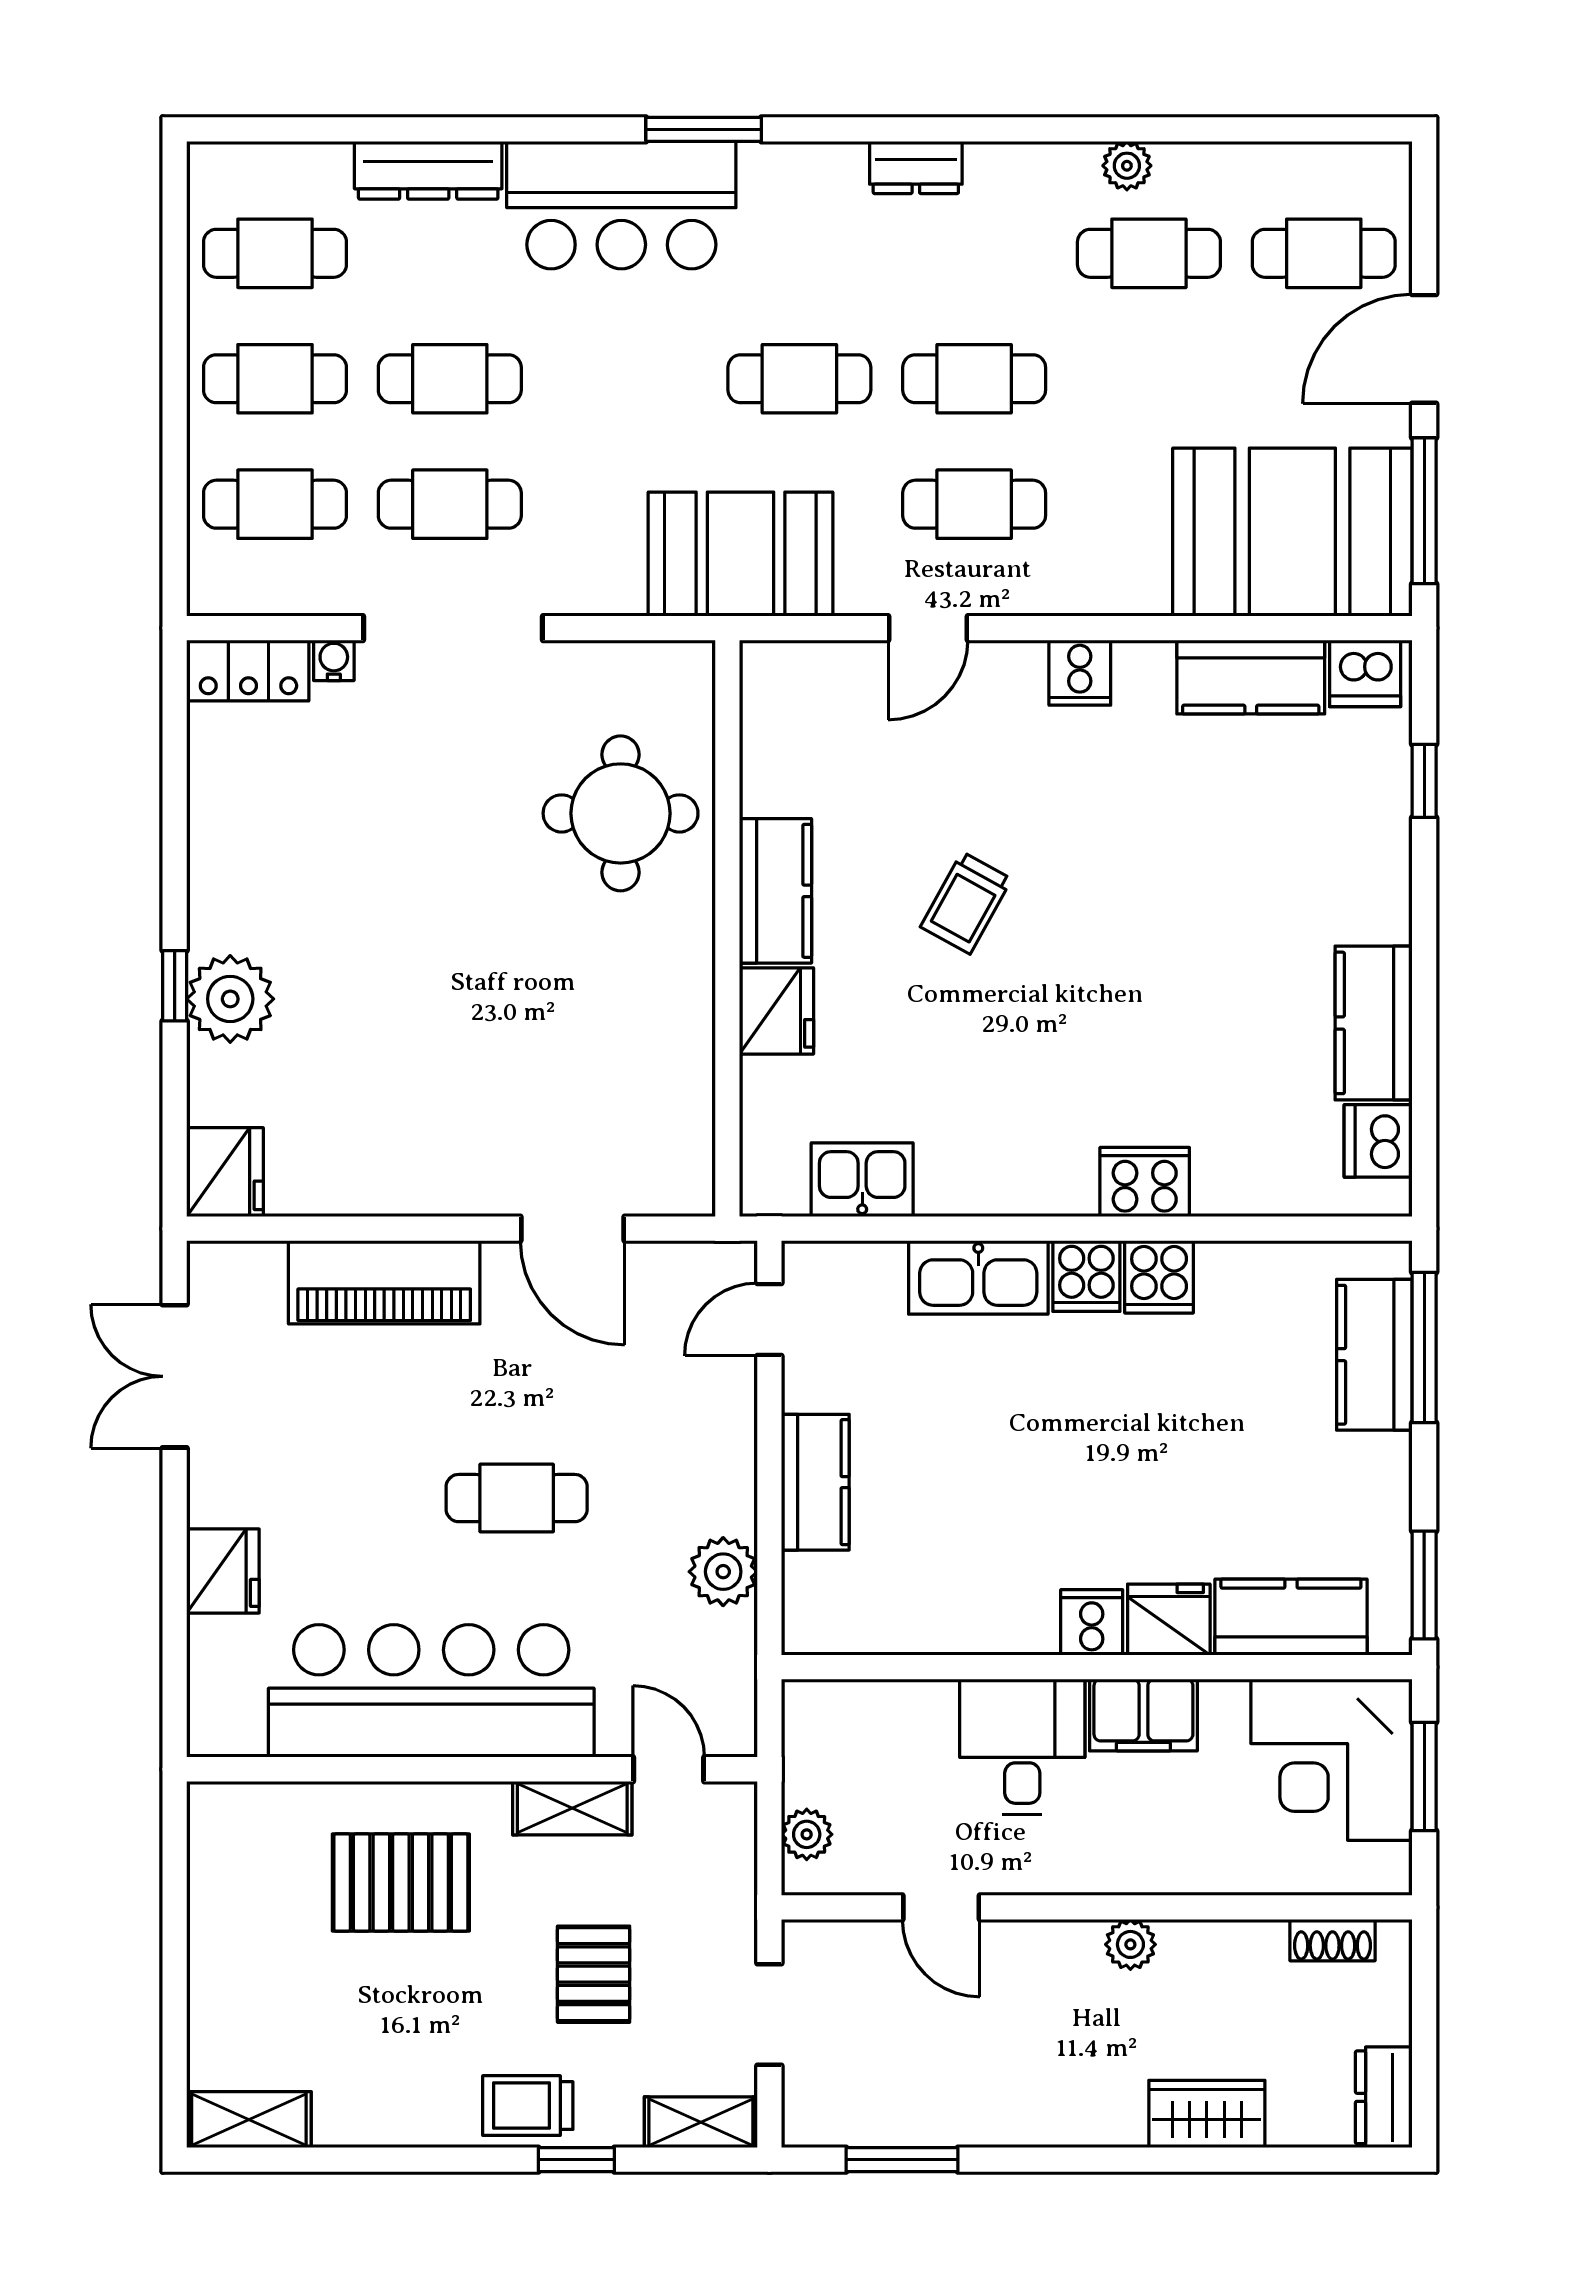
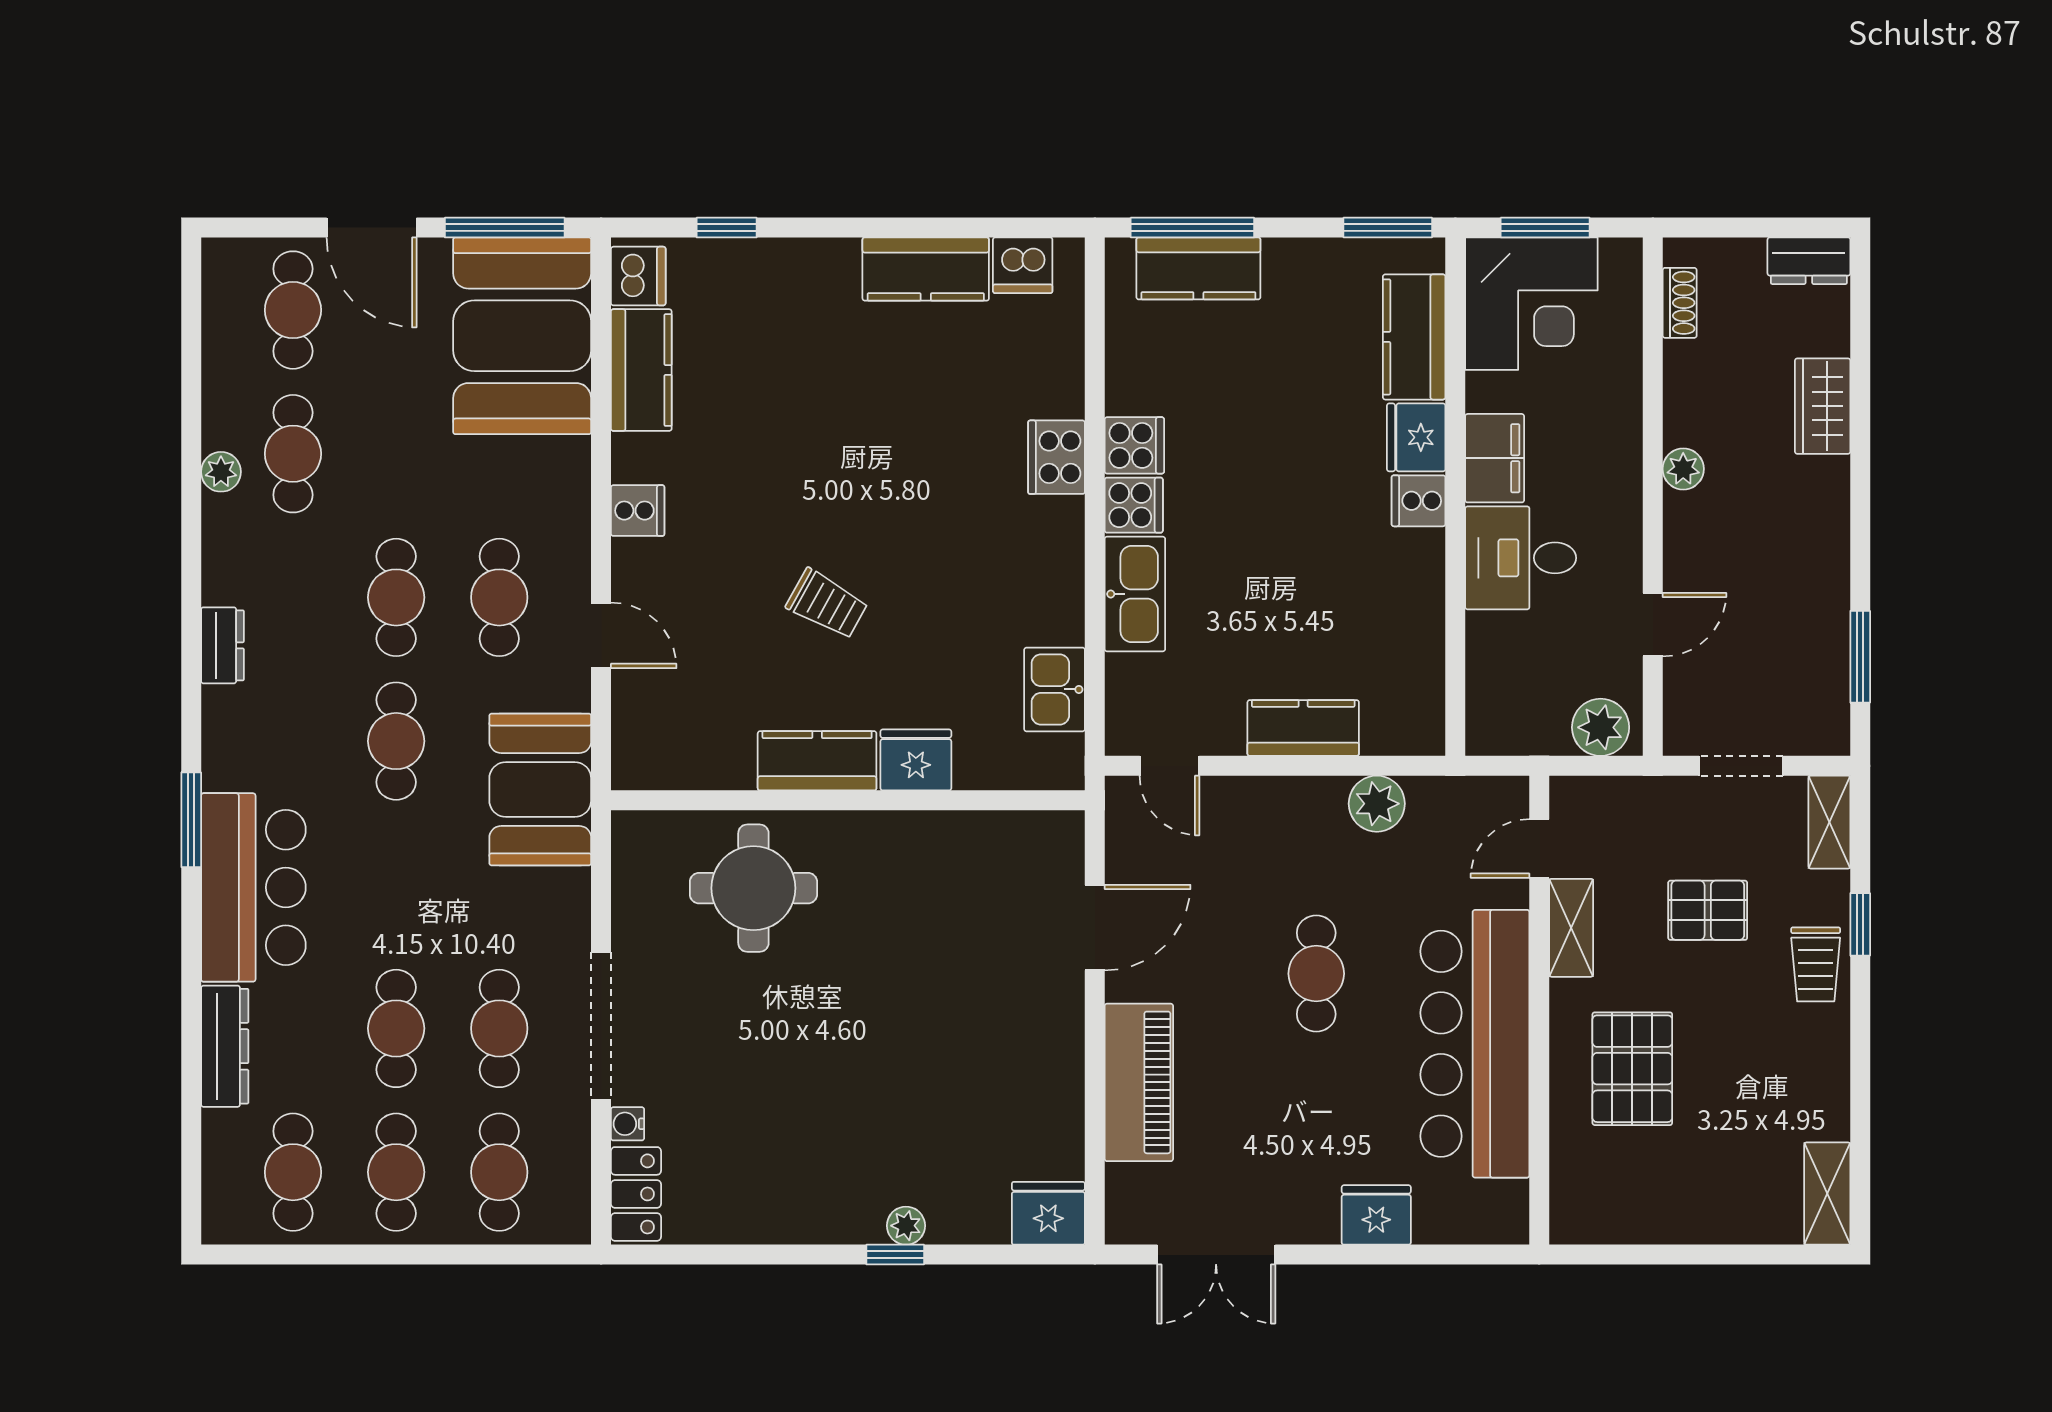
plant: (230, 999) -> (906, 1226), width x0.53, depth x0.53
plant: (807, 1834) -> (1601, 727), width x1.38, depth x1.38

